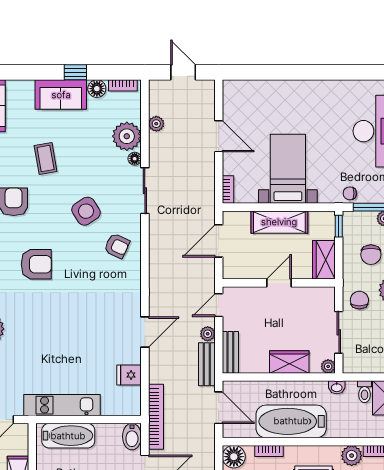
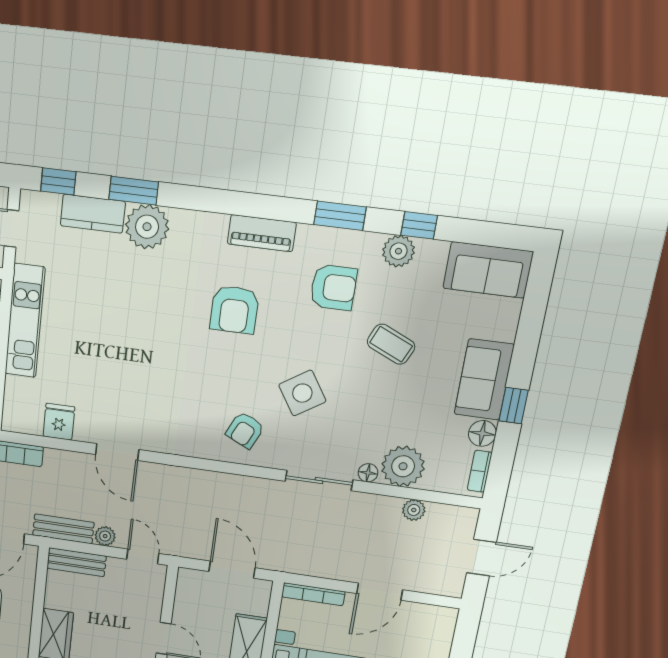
coffee table: (46, 158) -> (391, 344), turned 34
bookcase: (228, 189) -> (313, 594), width x1.56

